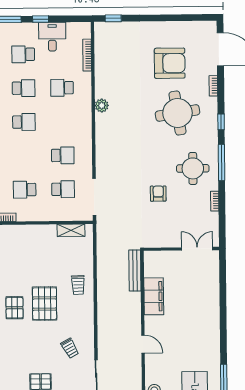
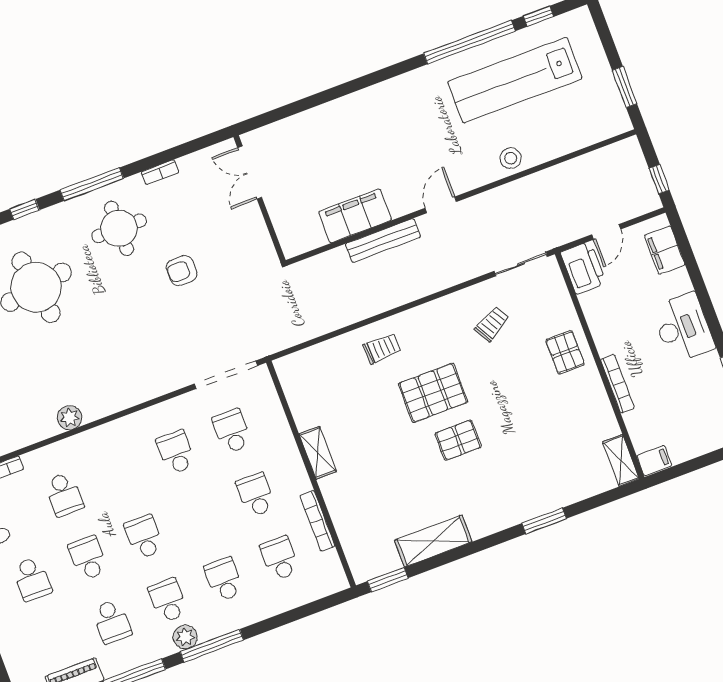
school desk: (25, 190) -> (256, 495), turned 180
shelving: (71, 230) -> (318, 453), moved
bench: (135, 271) -> (383, 240), moved

